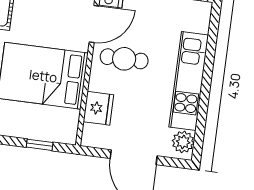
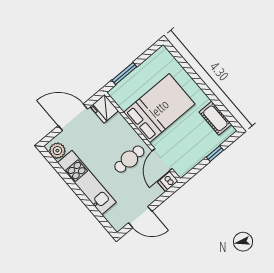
fridge: (98, 108) -> (104, 109), moved
window: (40, 145) -> (124, 73), width x1.50

